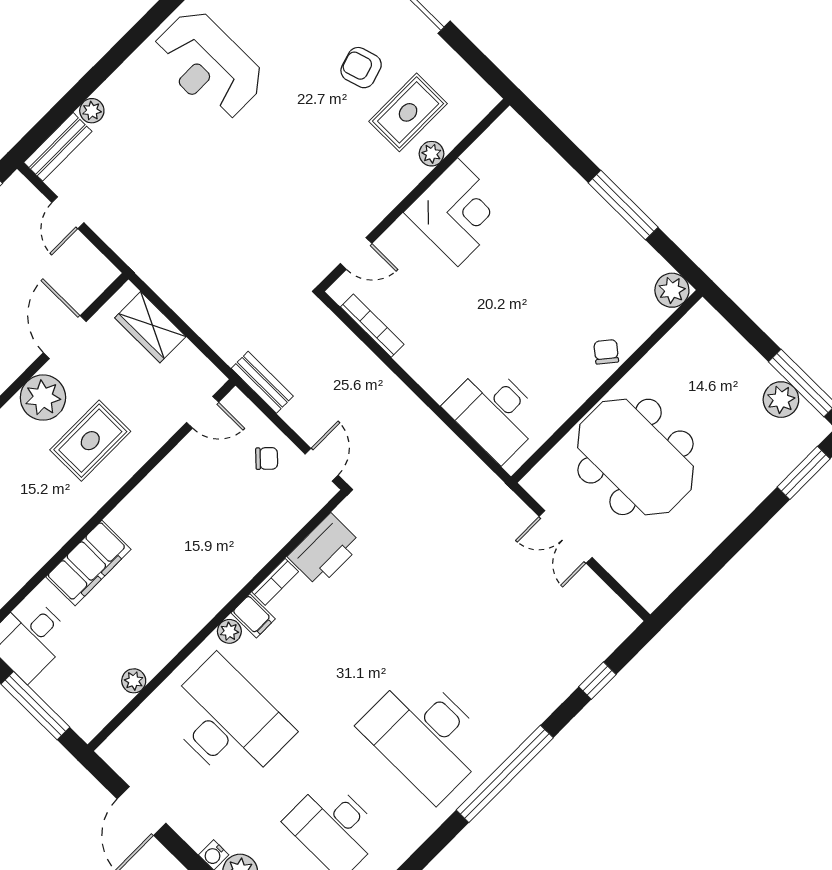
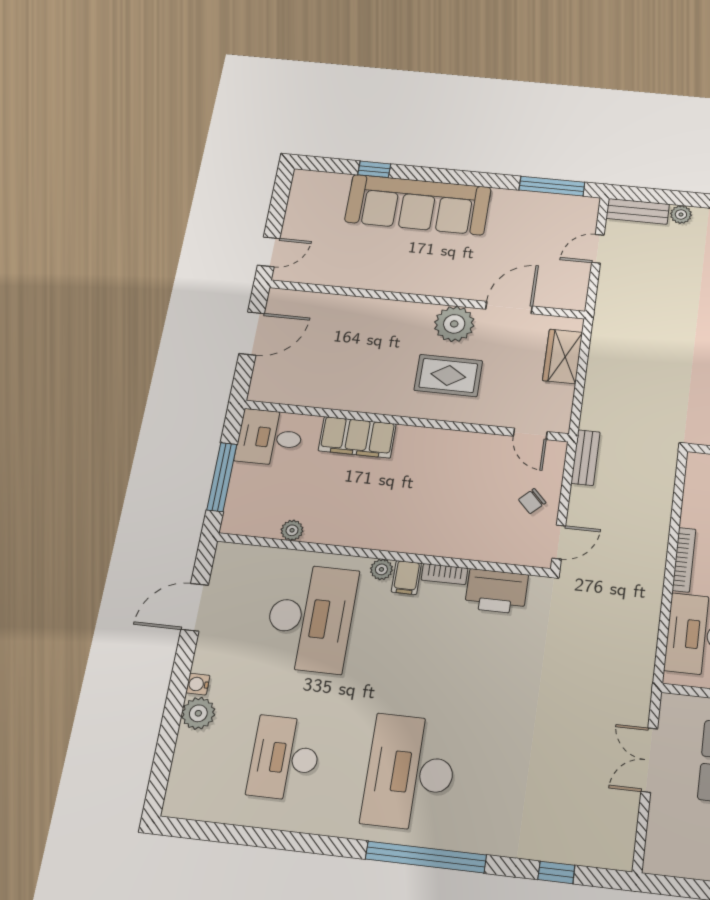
bookcase: (372, 326) -> (684, 560), moved
chair: (267, 458) -> (532, 501), turned 92

